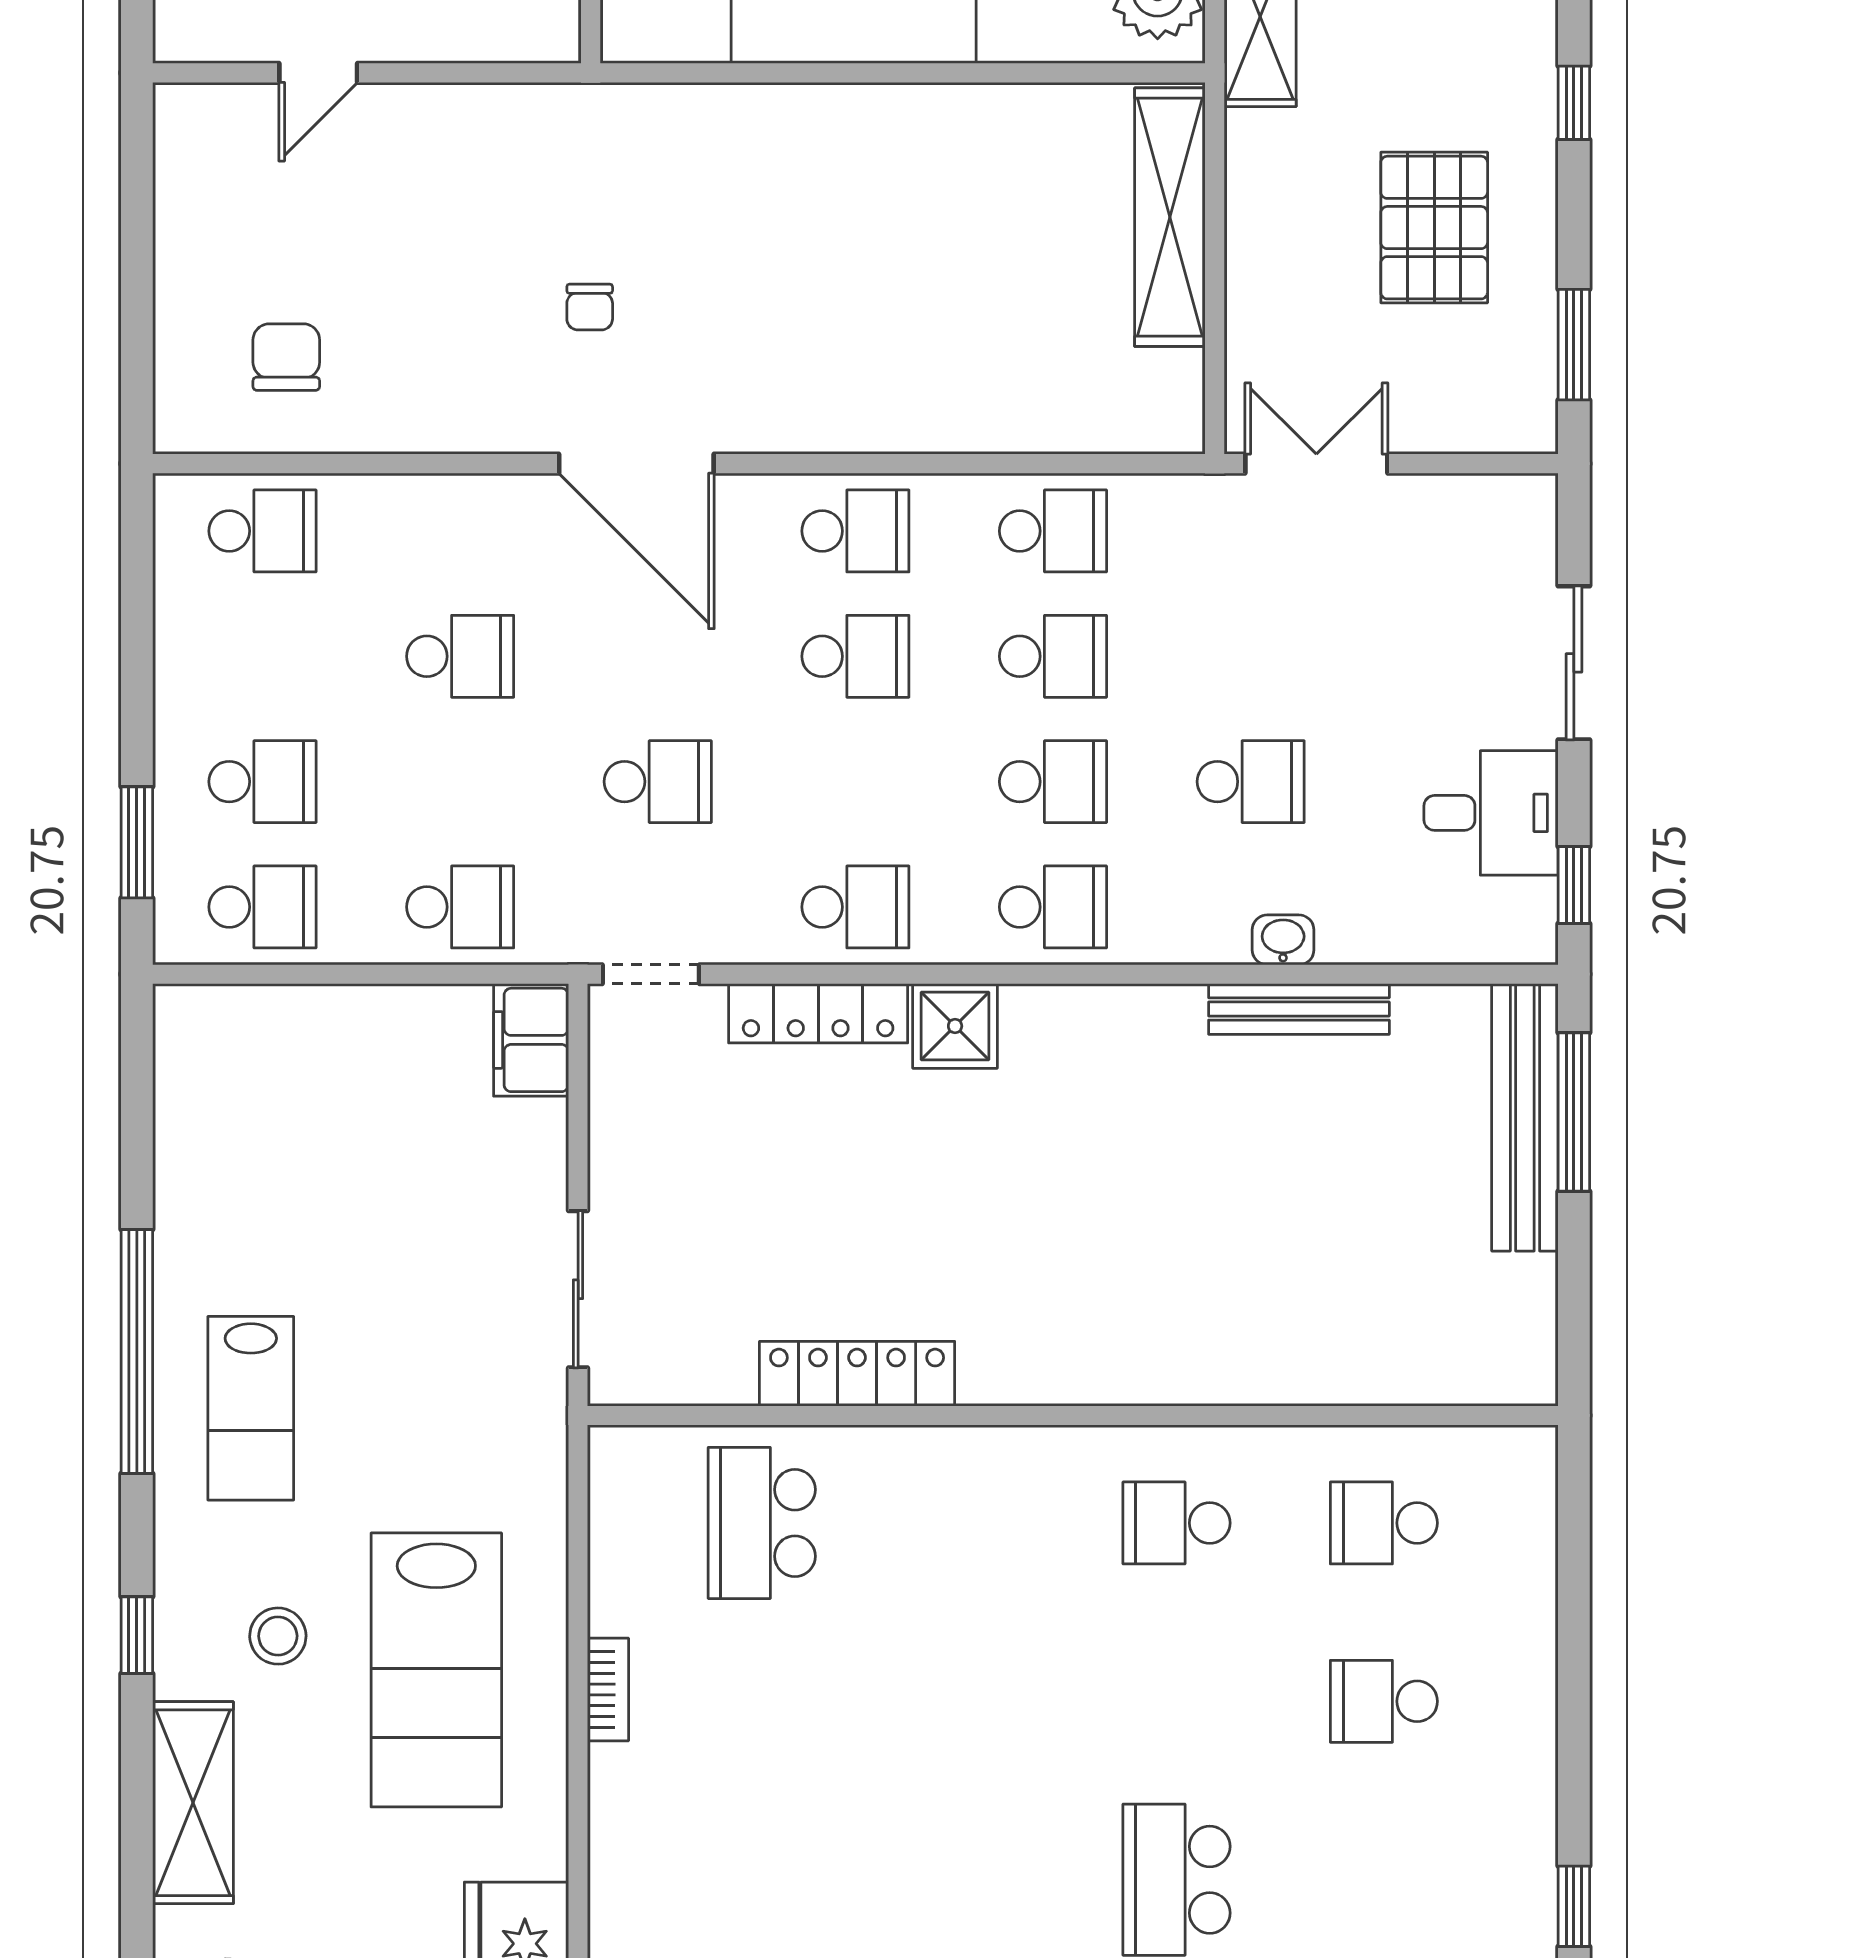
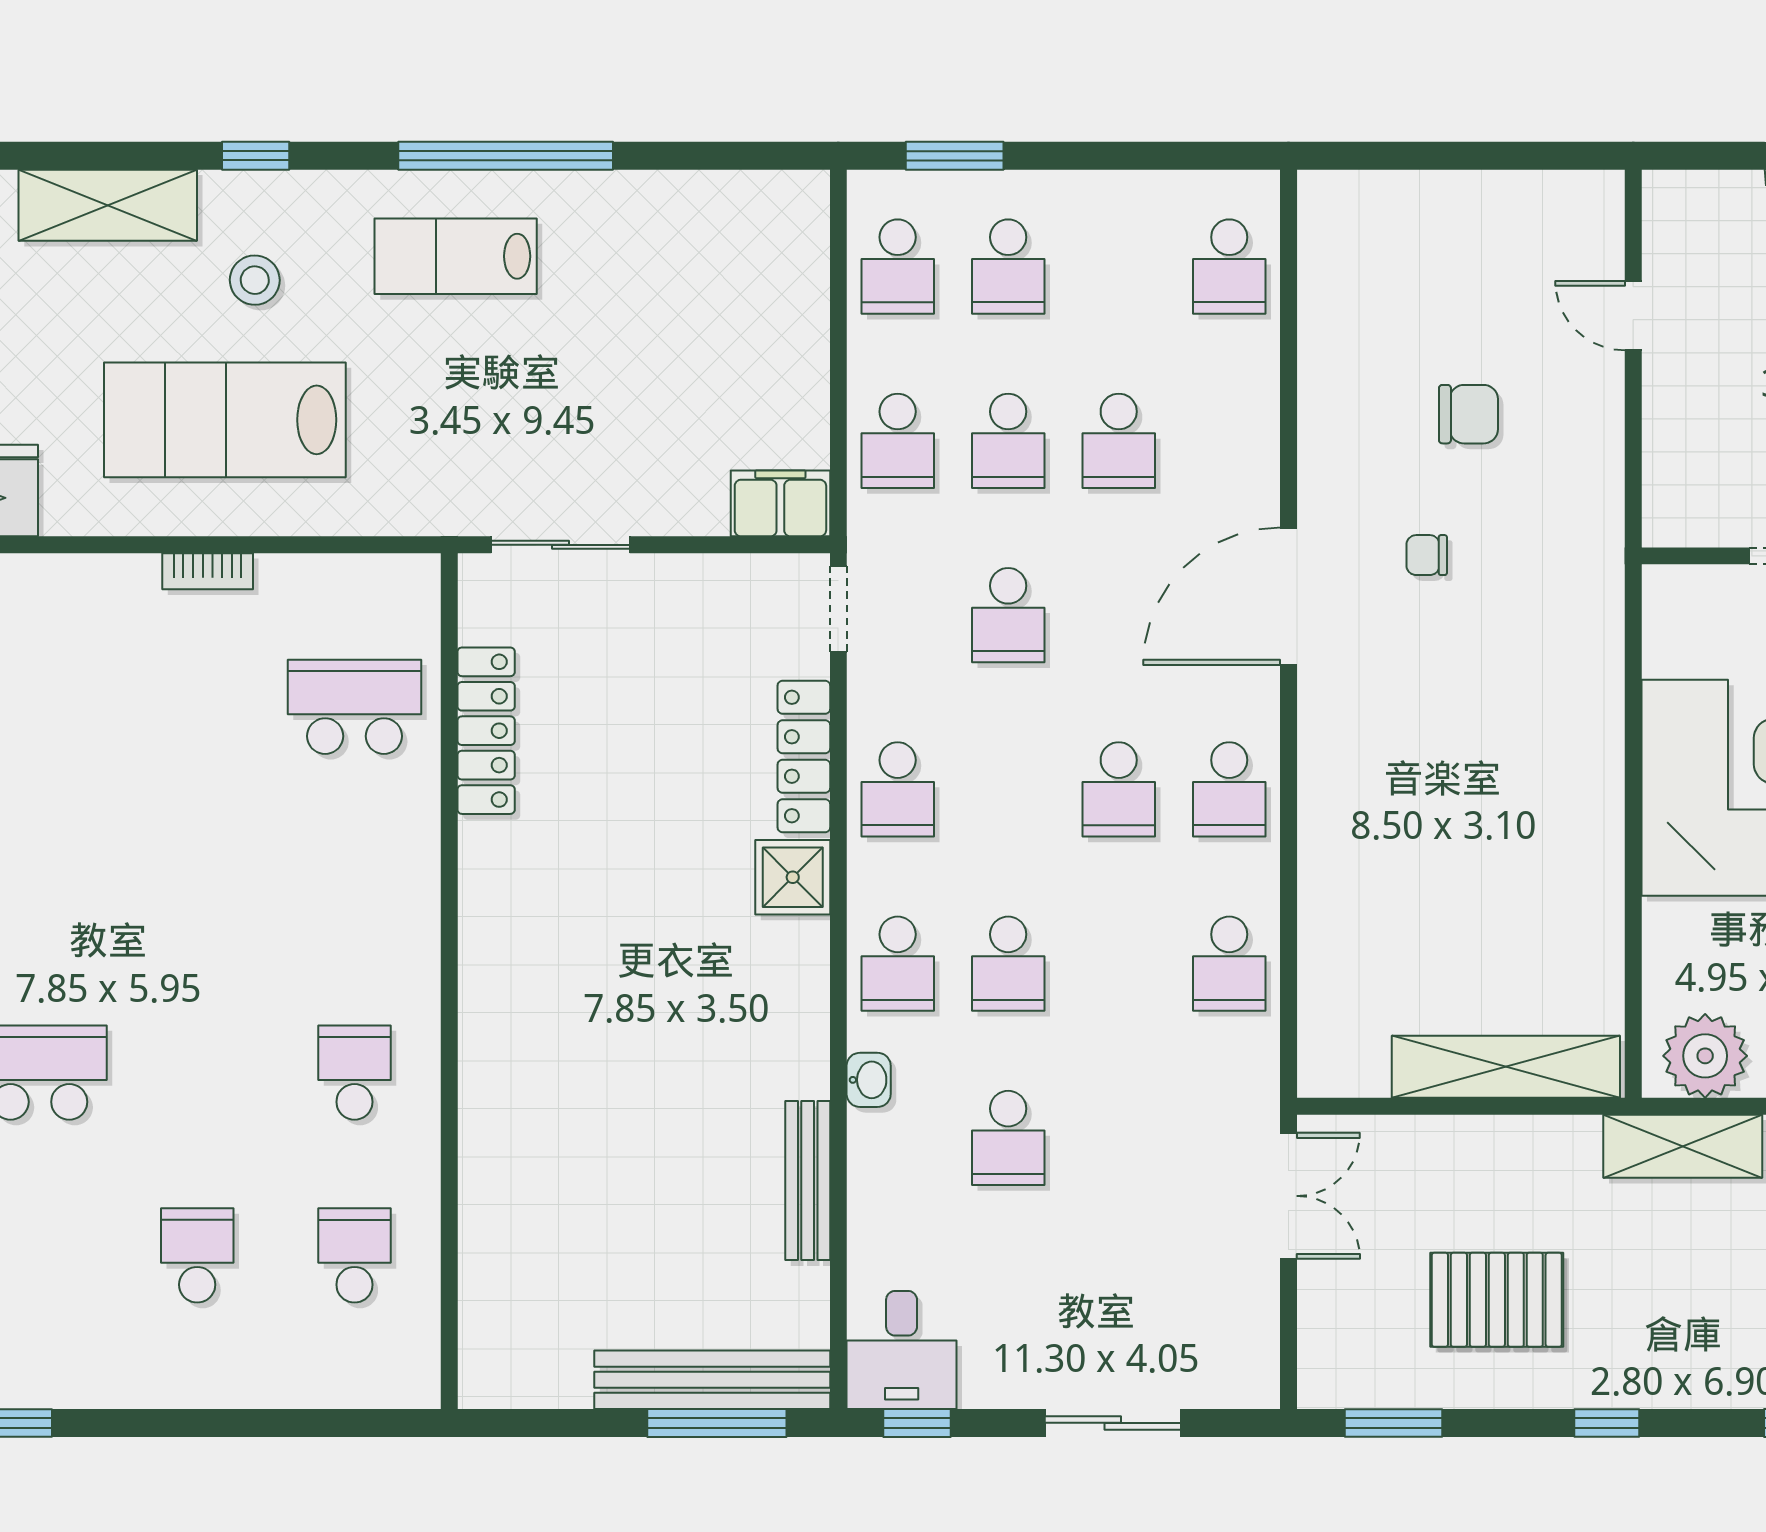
chair: (286, 357) -> (1468, 414), moved
school desk: (1053, 656) -> (1008, 441), moved
desk: (1491, 813) -> (902, 1350), moved
washbasin: (1283, 940) -> (869, 1080), moved
locker: (857, 1374) -> (486, 731), moved

